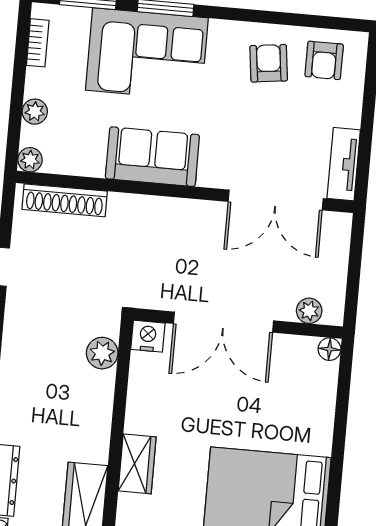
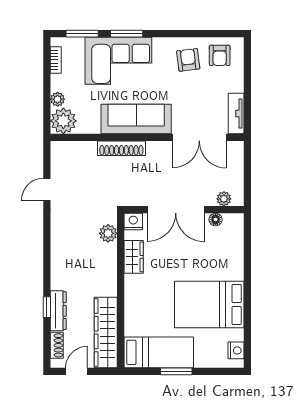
sofa: (152, 157) -> (136, 119), width x1.36
plant: (30, 160) -> (63, 121), width x1.88, depth x1.88
shoe rack: (65, 200) -> (121, 148), moved
floor lamp: (329, 349) -> (216, 220), moved
wardrobe: (137, 464) -> (134, 257), moved

